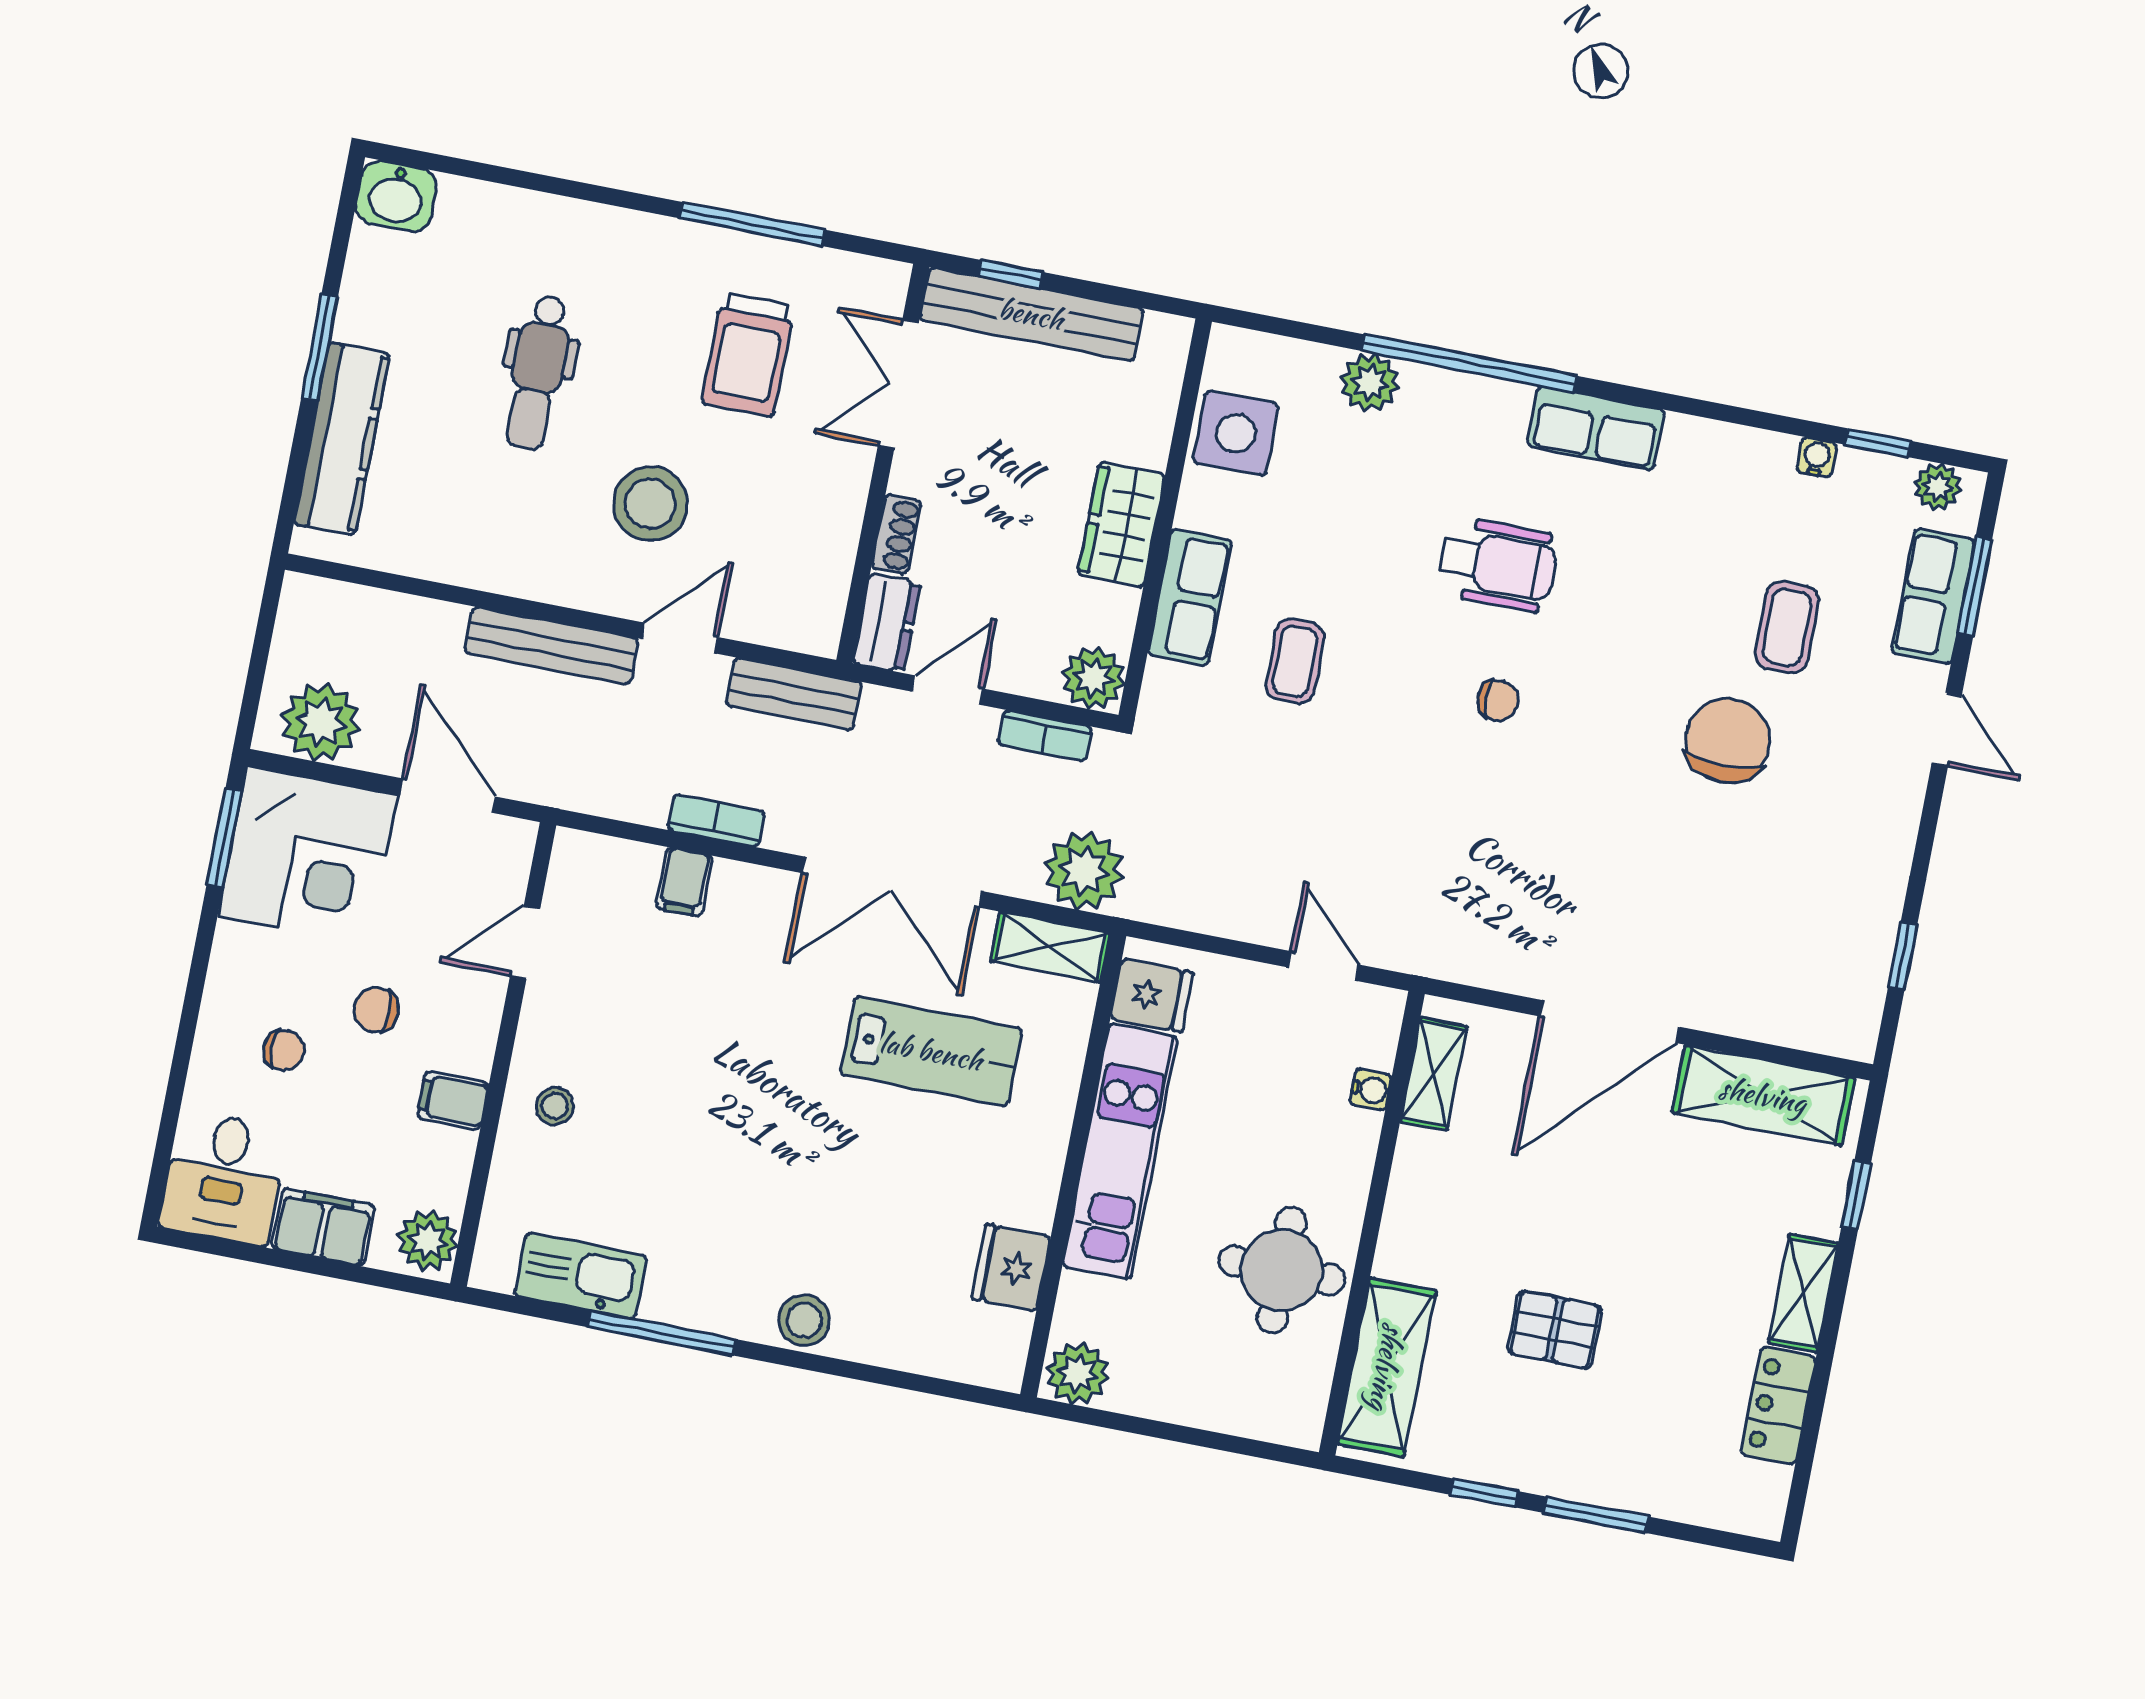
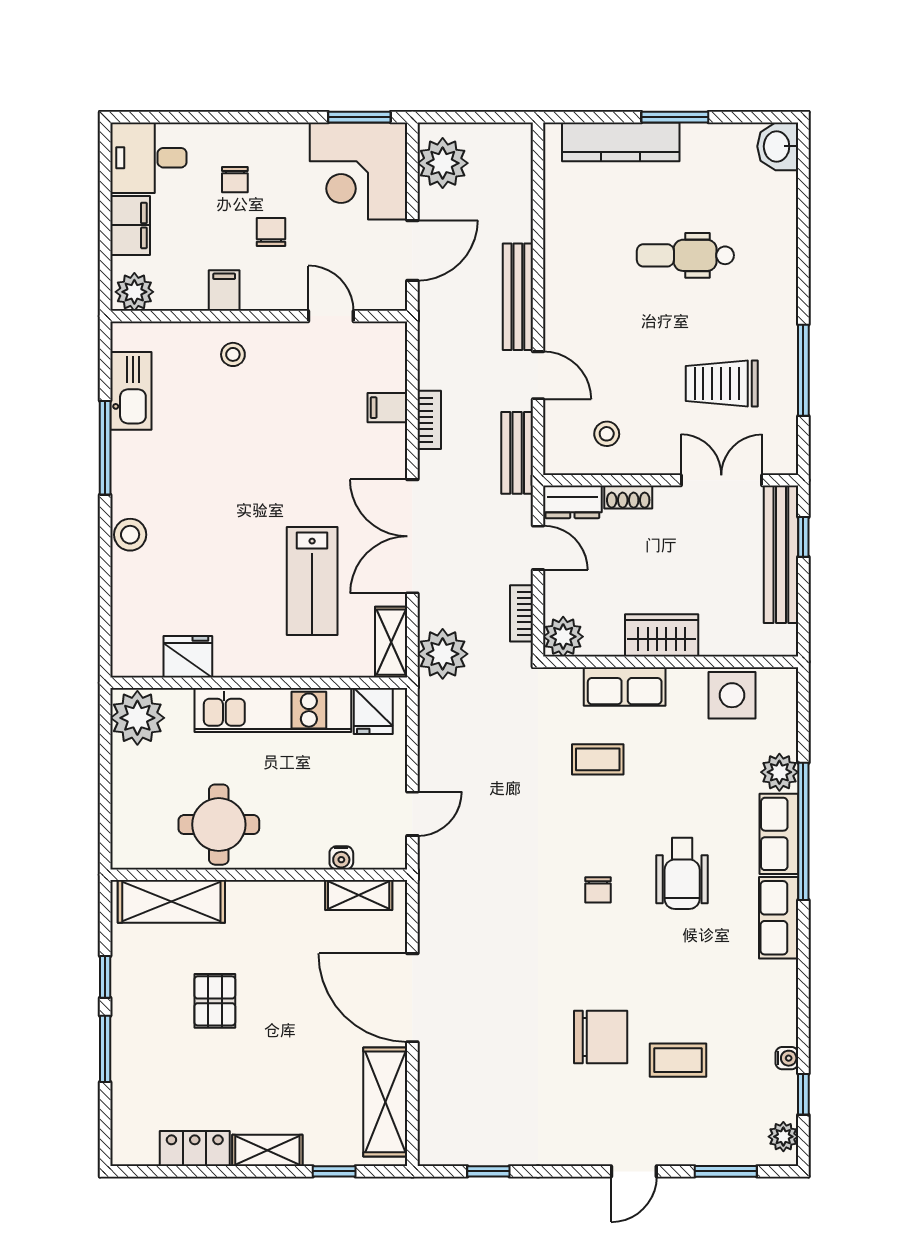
stool: (650, 504) -> (607, 434), moved, width x0.53, depth x0.53
row of seats: (1933, 596) -> (779, 834), moved, turned -90
plant: (1078, 1374) -> (137, 718), width x1.36, depth x1.36

